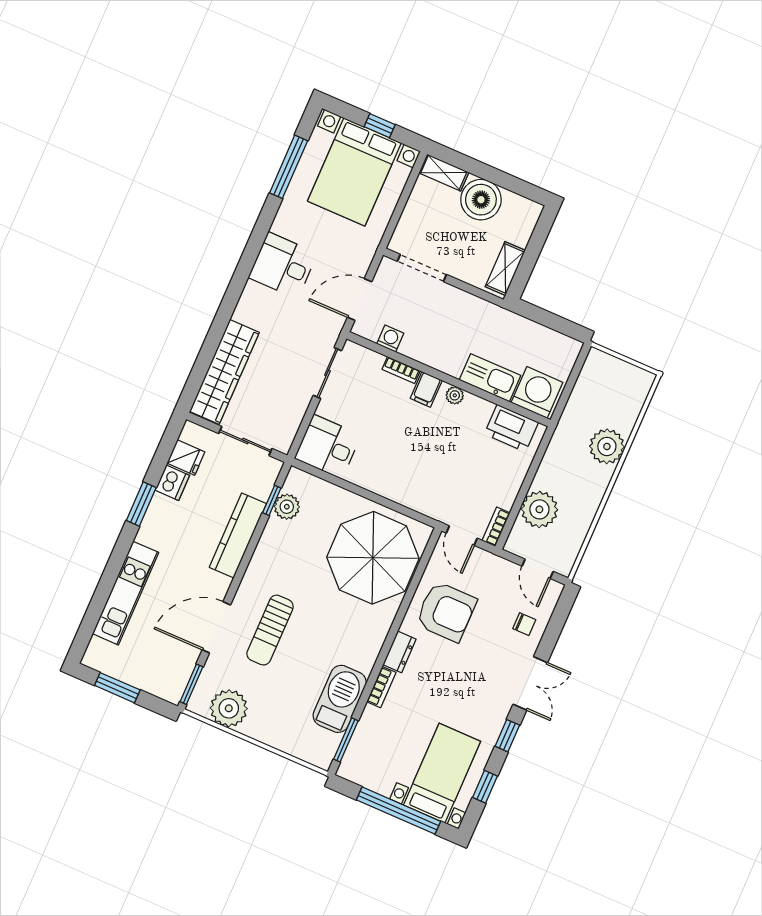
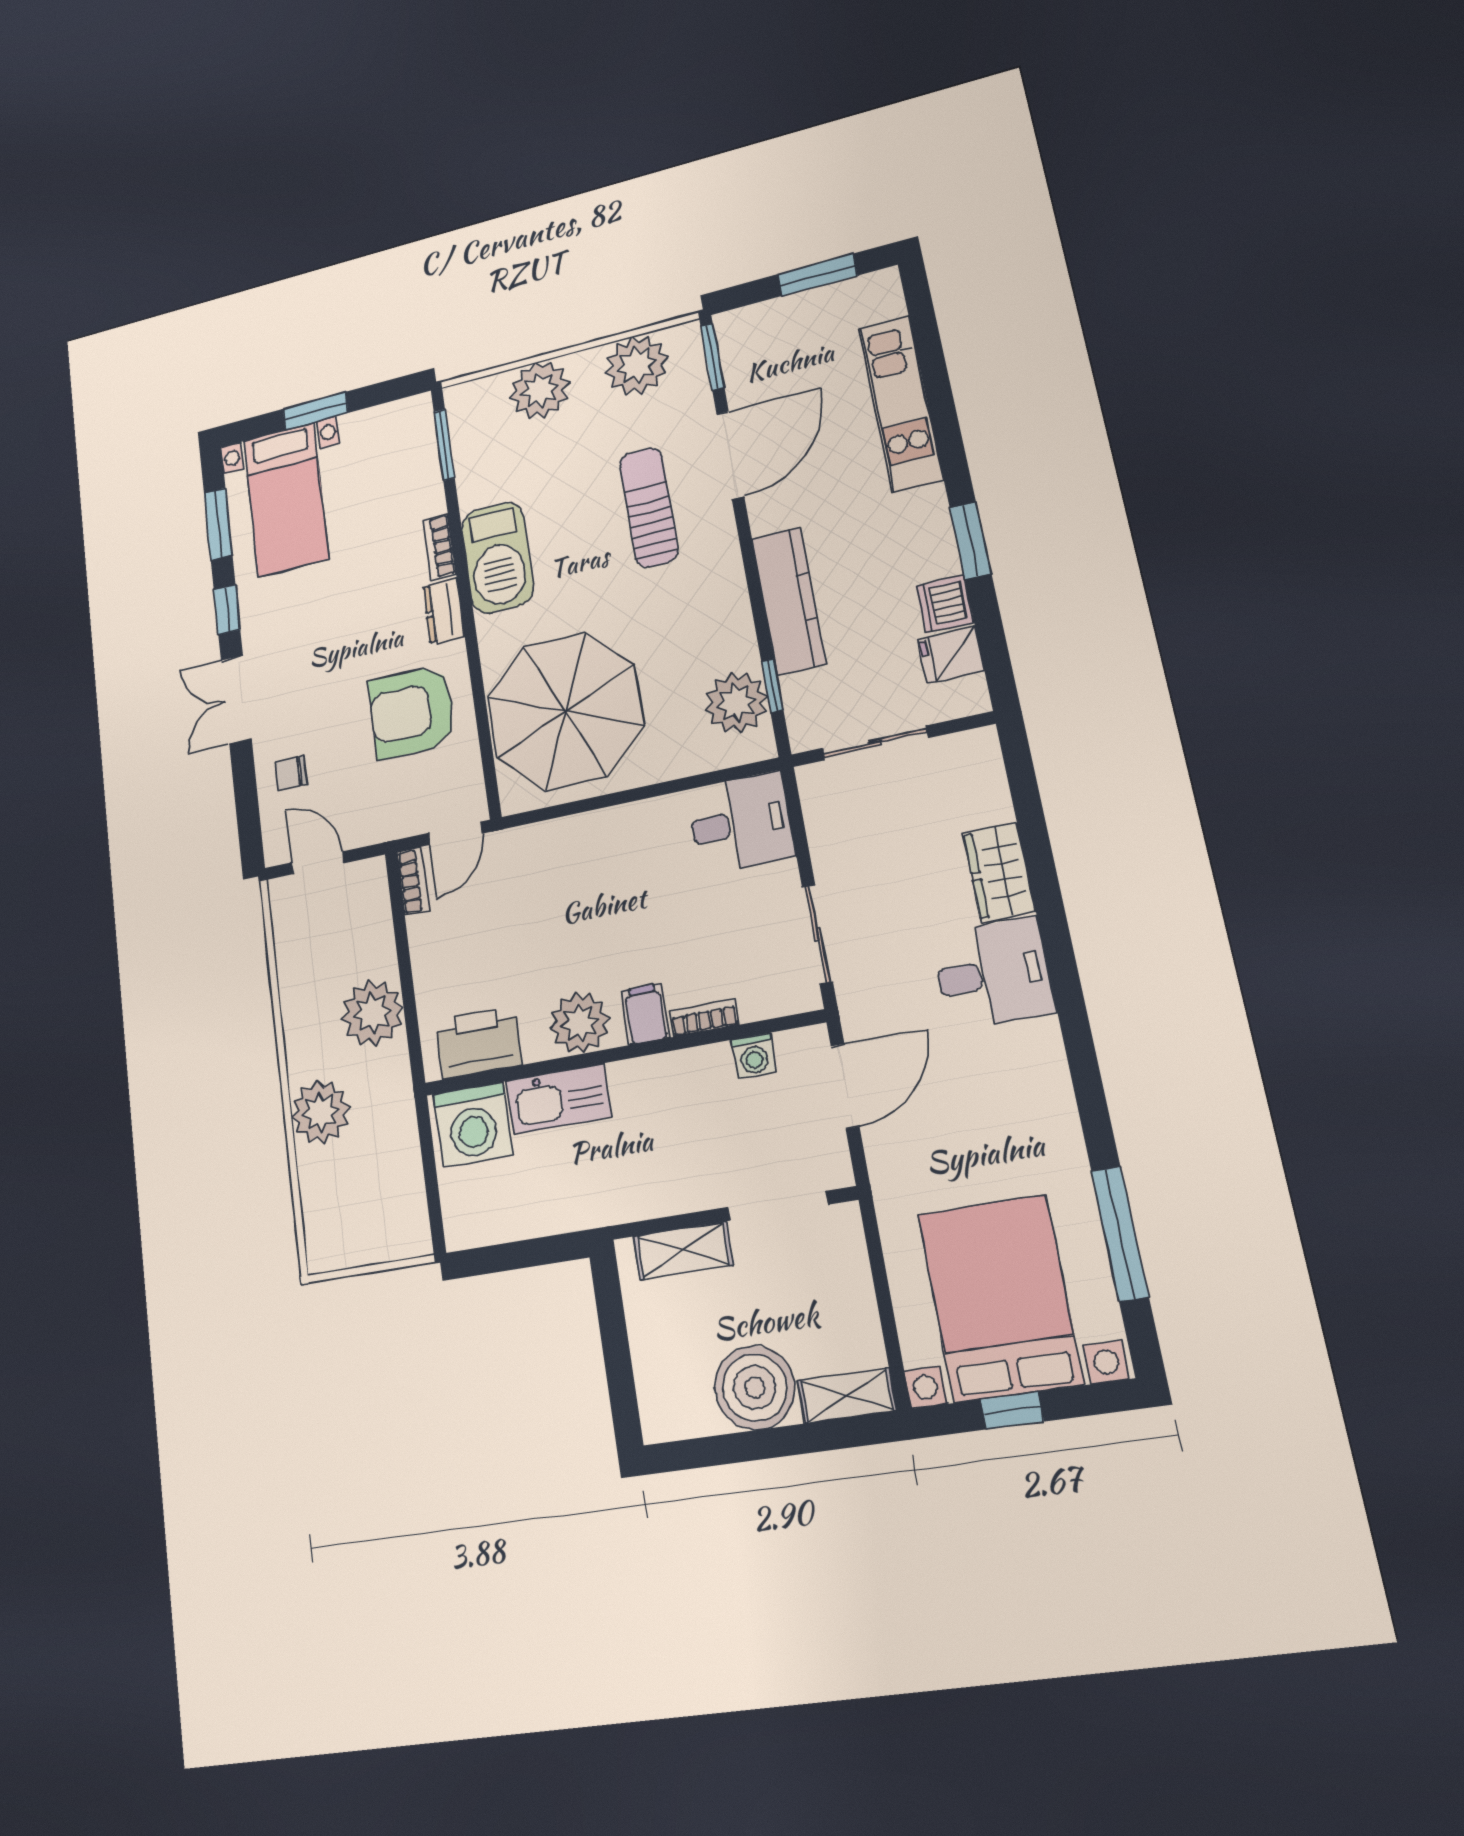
desk: (283, 265) -> (993, 973), moved
shelving: (505, 269) -> (683, 1251), moved, turned 90
wardrobe: (224, 372) -> (999, 872), width x0.48, depth x0.85
plant: (455, 395) -> (580, 1023), width x1.88, depth x1.88
plant: (287, 507) -> (736, 703), width x1.36, depth x1.36
plant: (539, 509) -> (372, 1013), moved
door: (462, 536) -> (455, 833), swing flipped
barbecue: (340, 699) -> (497, 558), moved
plant: (282, 732) -> (540, 390), added
window: (485, 787) -> (218, 524), width x1.50
window: (399, 811) -> (315, 411), width x0.47

